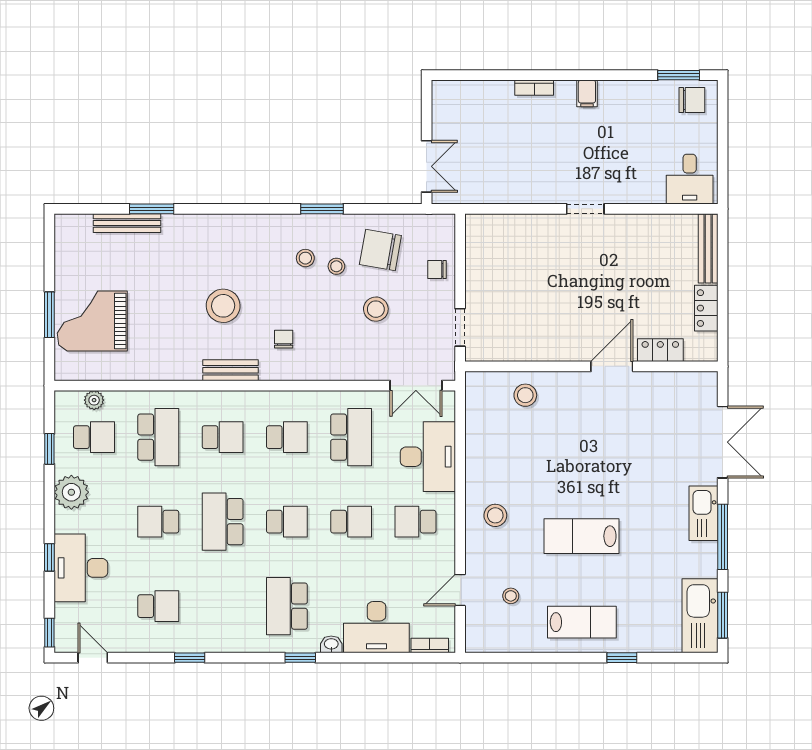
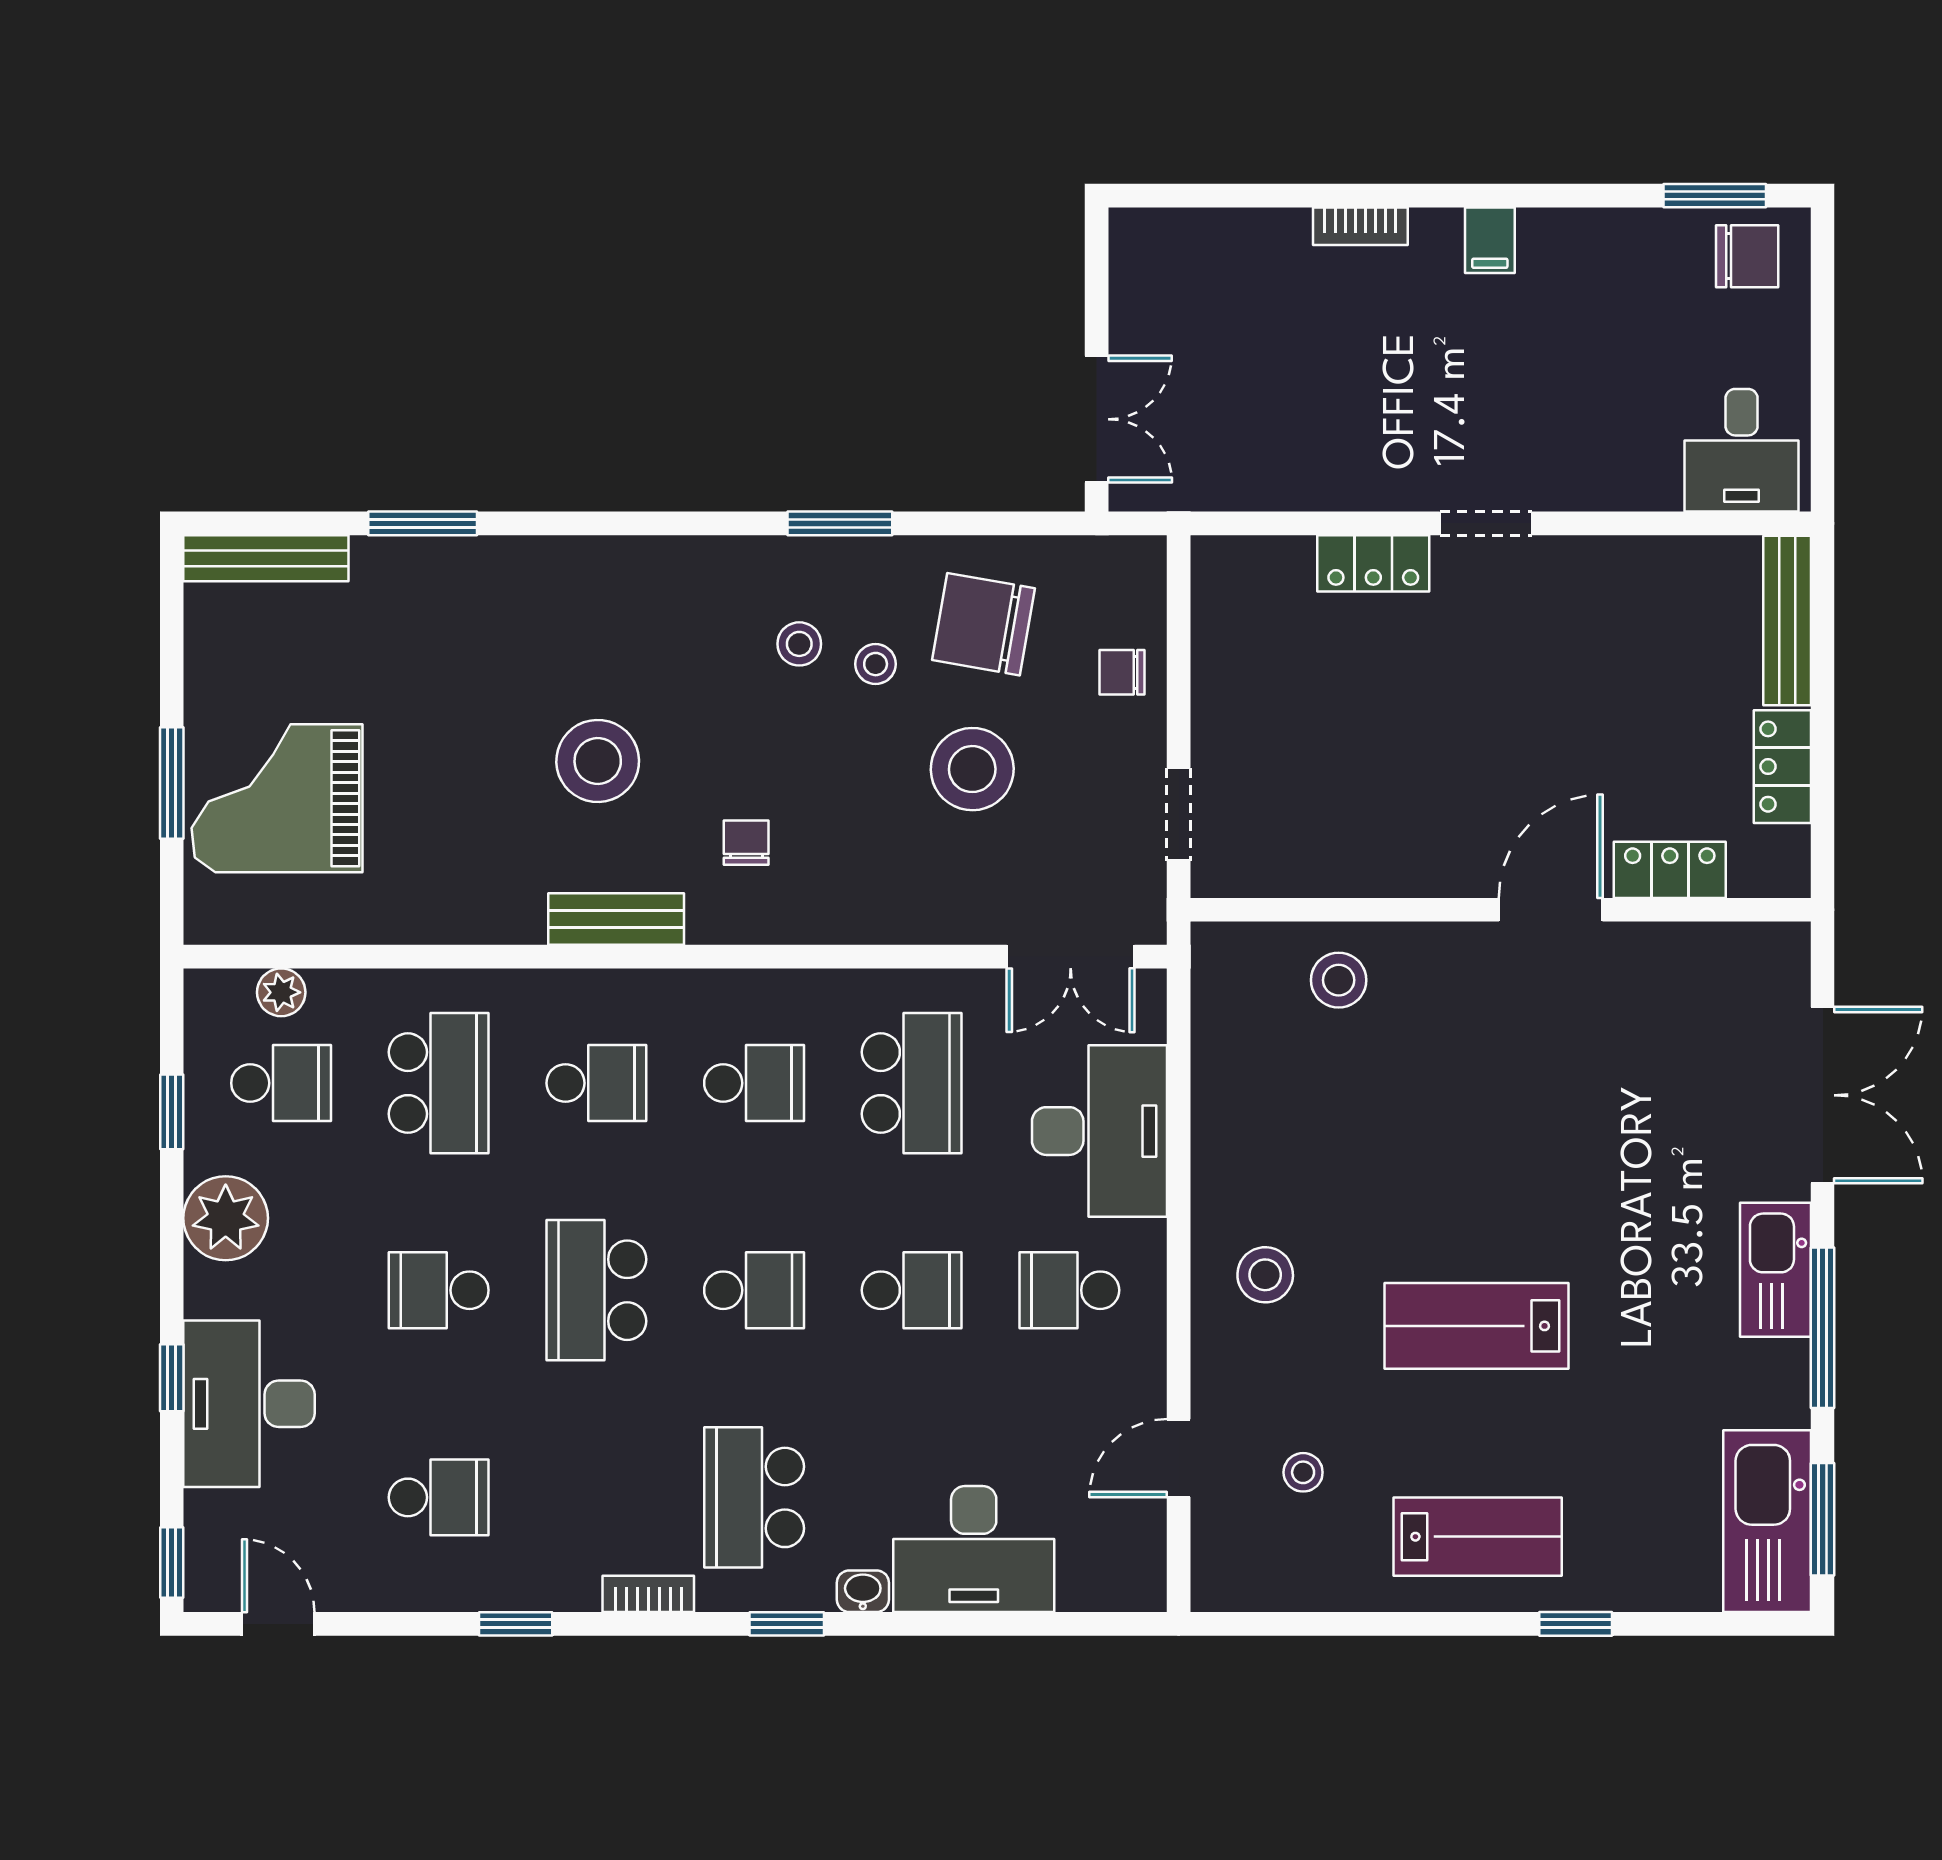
bench: (127, 223) -> (266, 558), moved
locker: (539, 225) -> (1373, 563), added
stool: (376, 309) -> (972, 769), width x1.38, depth x1.38
bookcase: (430, 645) -> (648, 1594), moved

